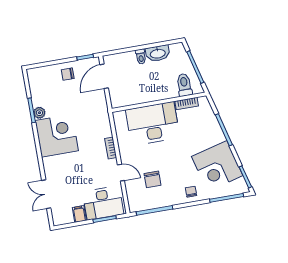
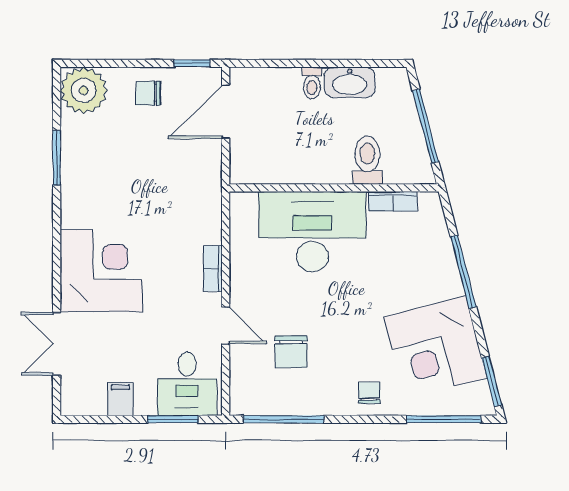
toilet: (184, 85) -> (368, 160), moved
plant: (39, 113) -> (84, 90), moved, width x1.87, depth x1.87
corner desk: (57, 136) -> (101, 271), moved
desk: (103, 203) -> (187, 384), width x0.73

